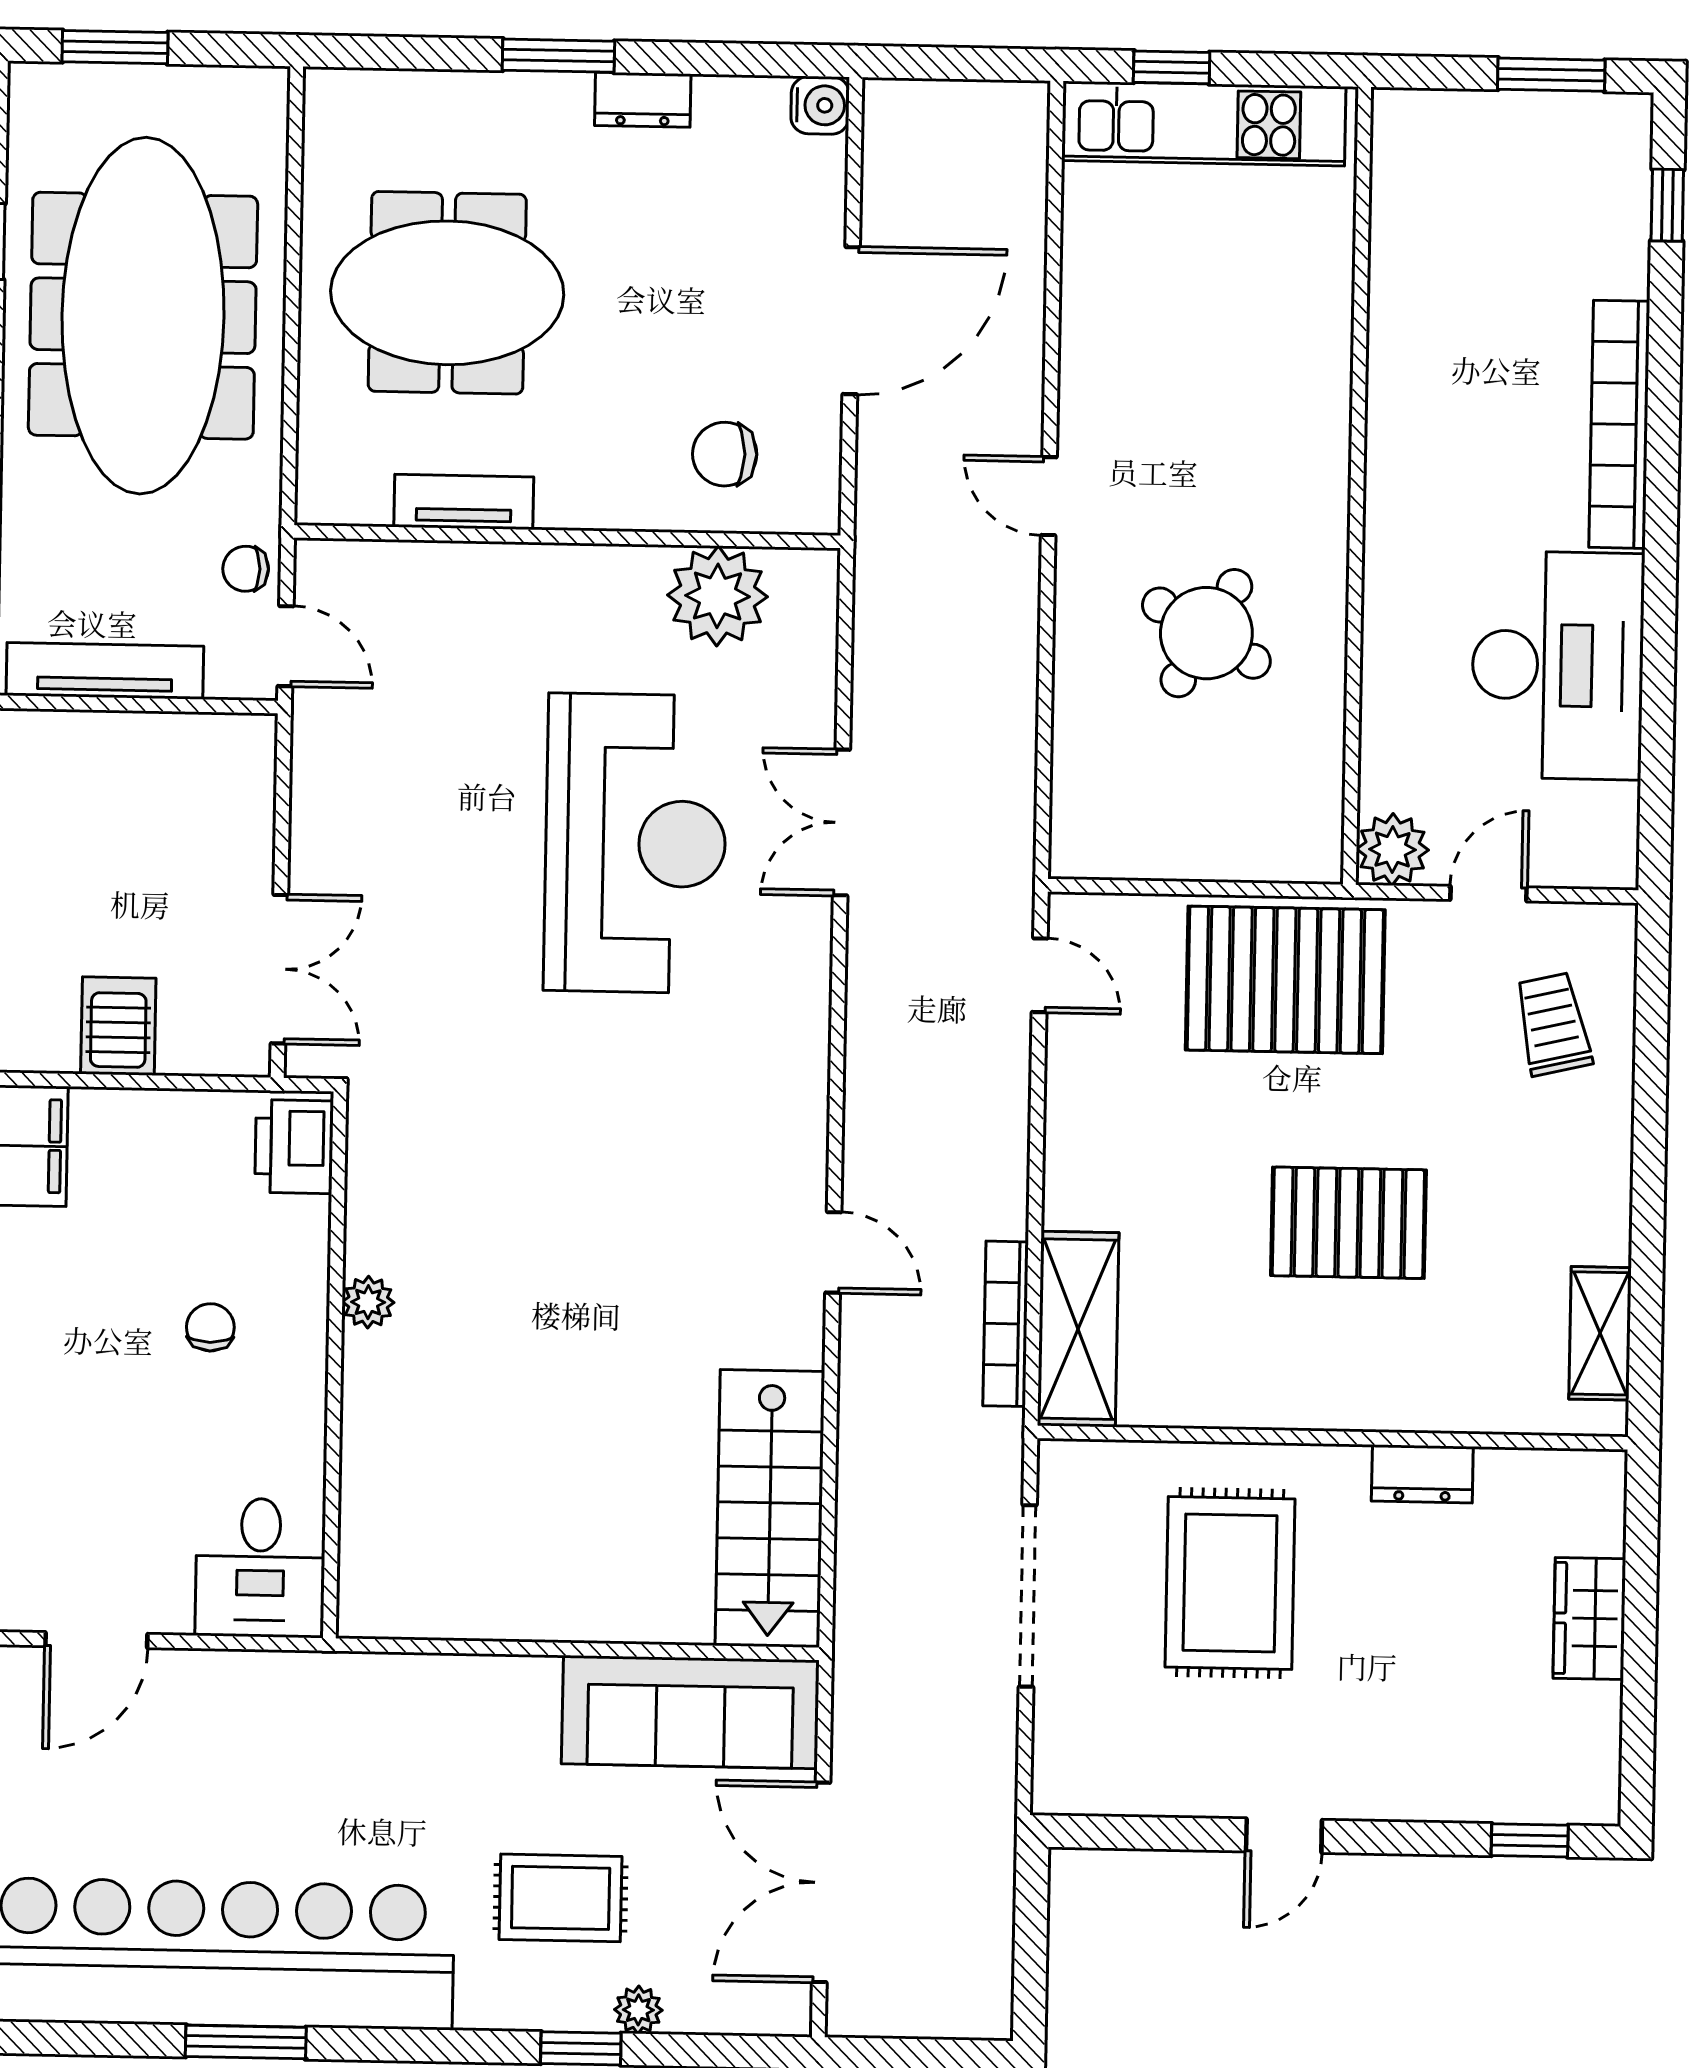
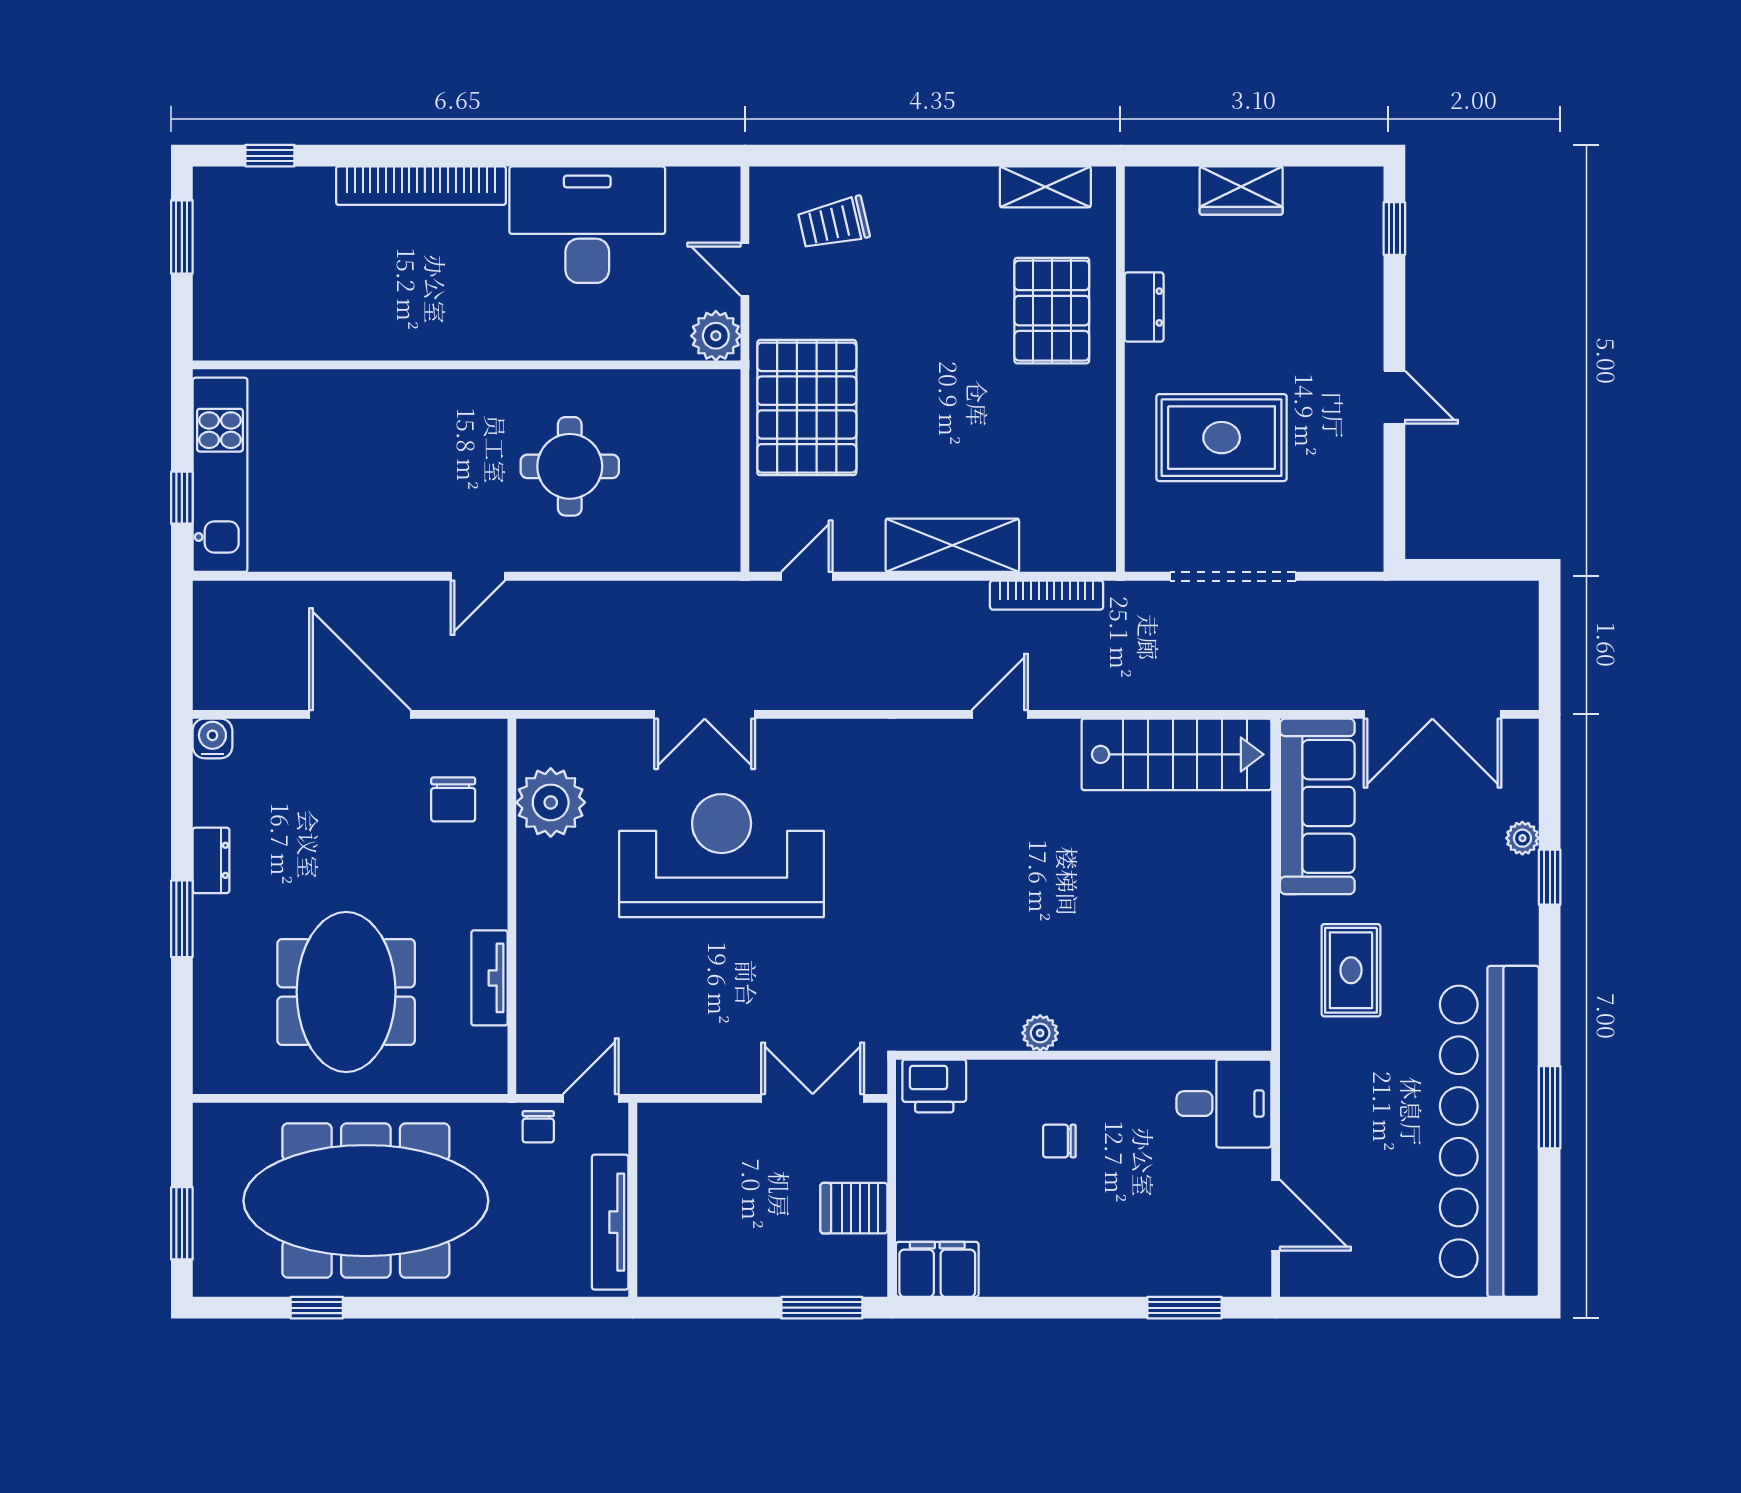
round table: (1206, 633) -> (570, 466), turned -30
pallet: (1348, 1223) -> (1052, 311), moved
shelving: (1078, 1329) -> (952, 545), moved
rug: (561, 1898) -> (1351, 970), moved

